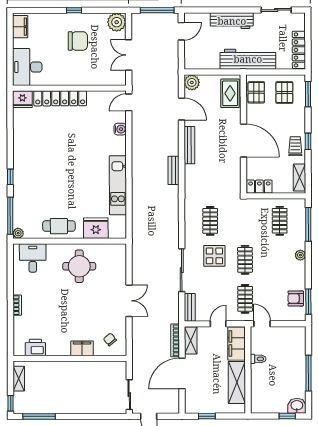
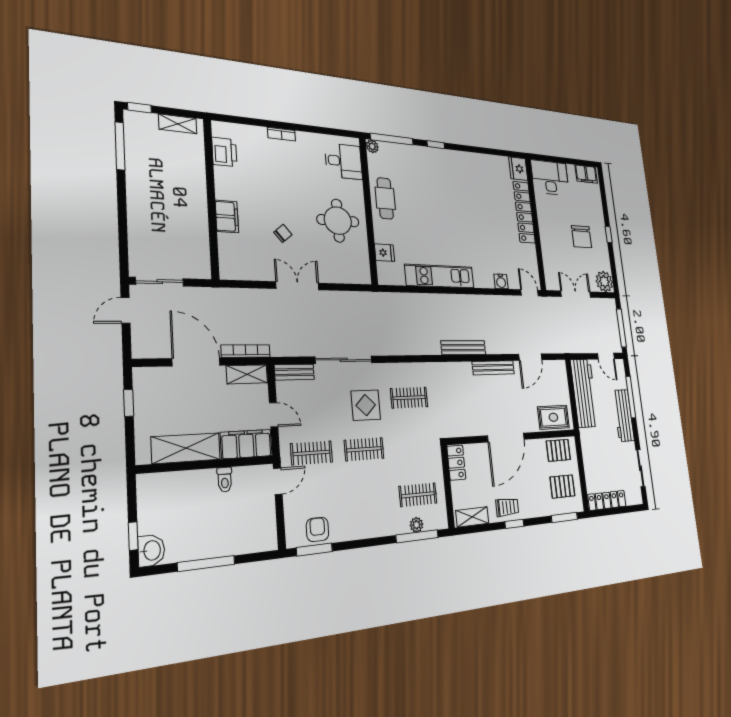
window: (217, 10) -> (631, 397), added
workbench: (248, 59) -> (584, 393), moved
plant: (192, 82) -> (559, 369), removed
bench: (174, 170) -> (463, 348), width x1.36
fridge: (96, 228) -> (384, 253), width x0.53, depth x0.75
plant: (300, 255) -> (417, 525), moved
double door: (129, 301) -> (298, 286), swing flipped
chair: (110, 339) -> (283, 233), moved

